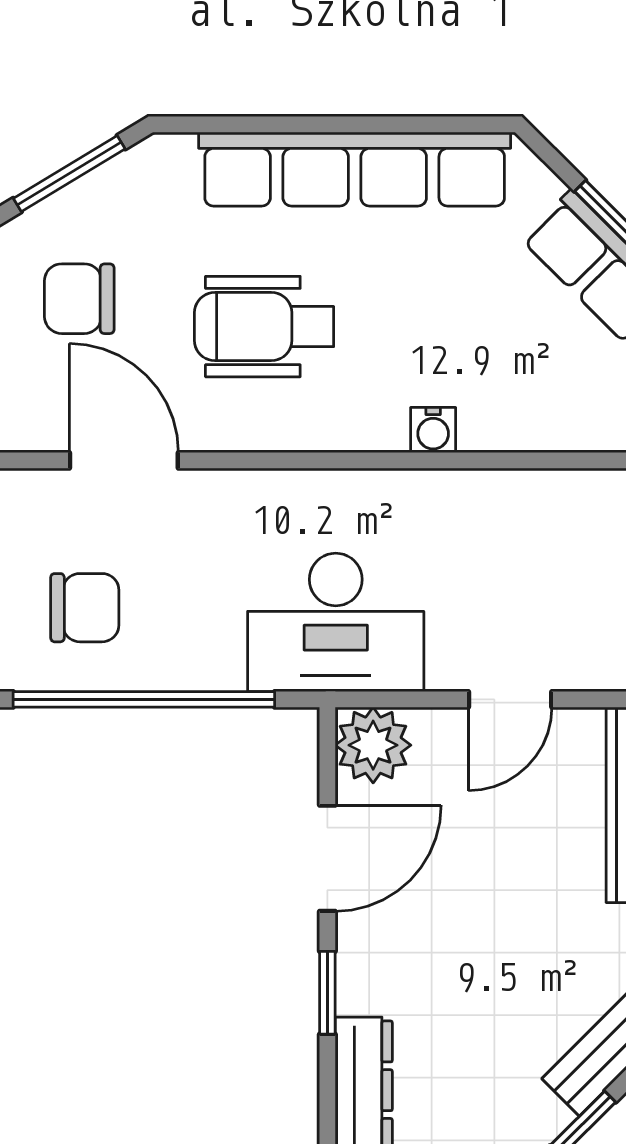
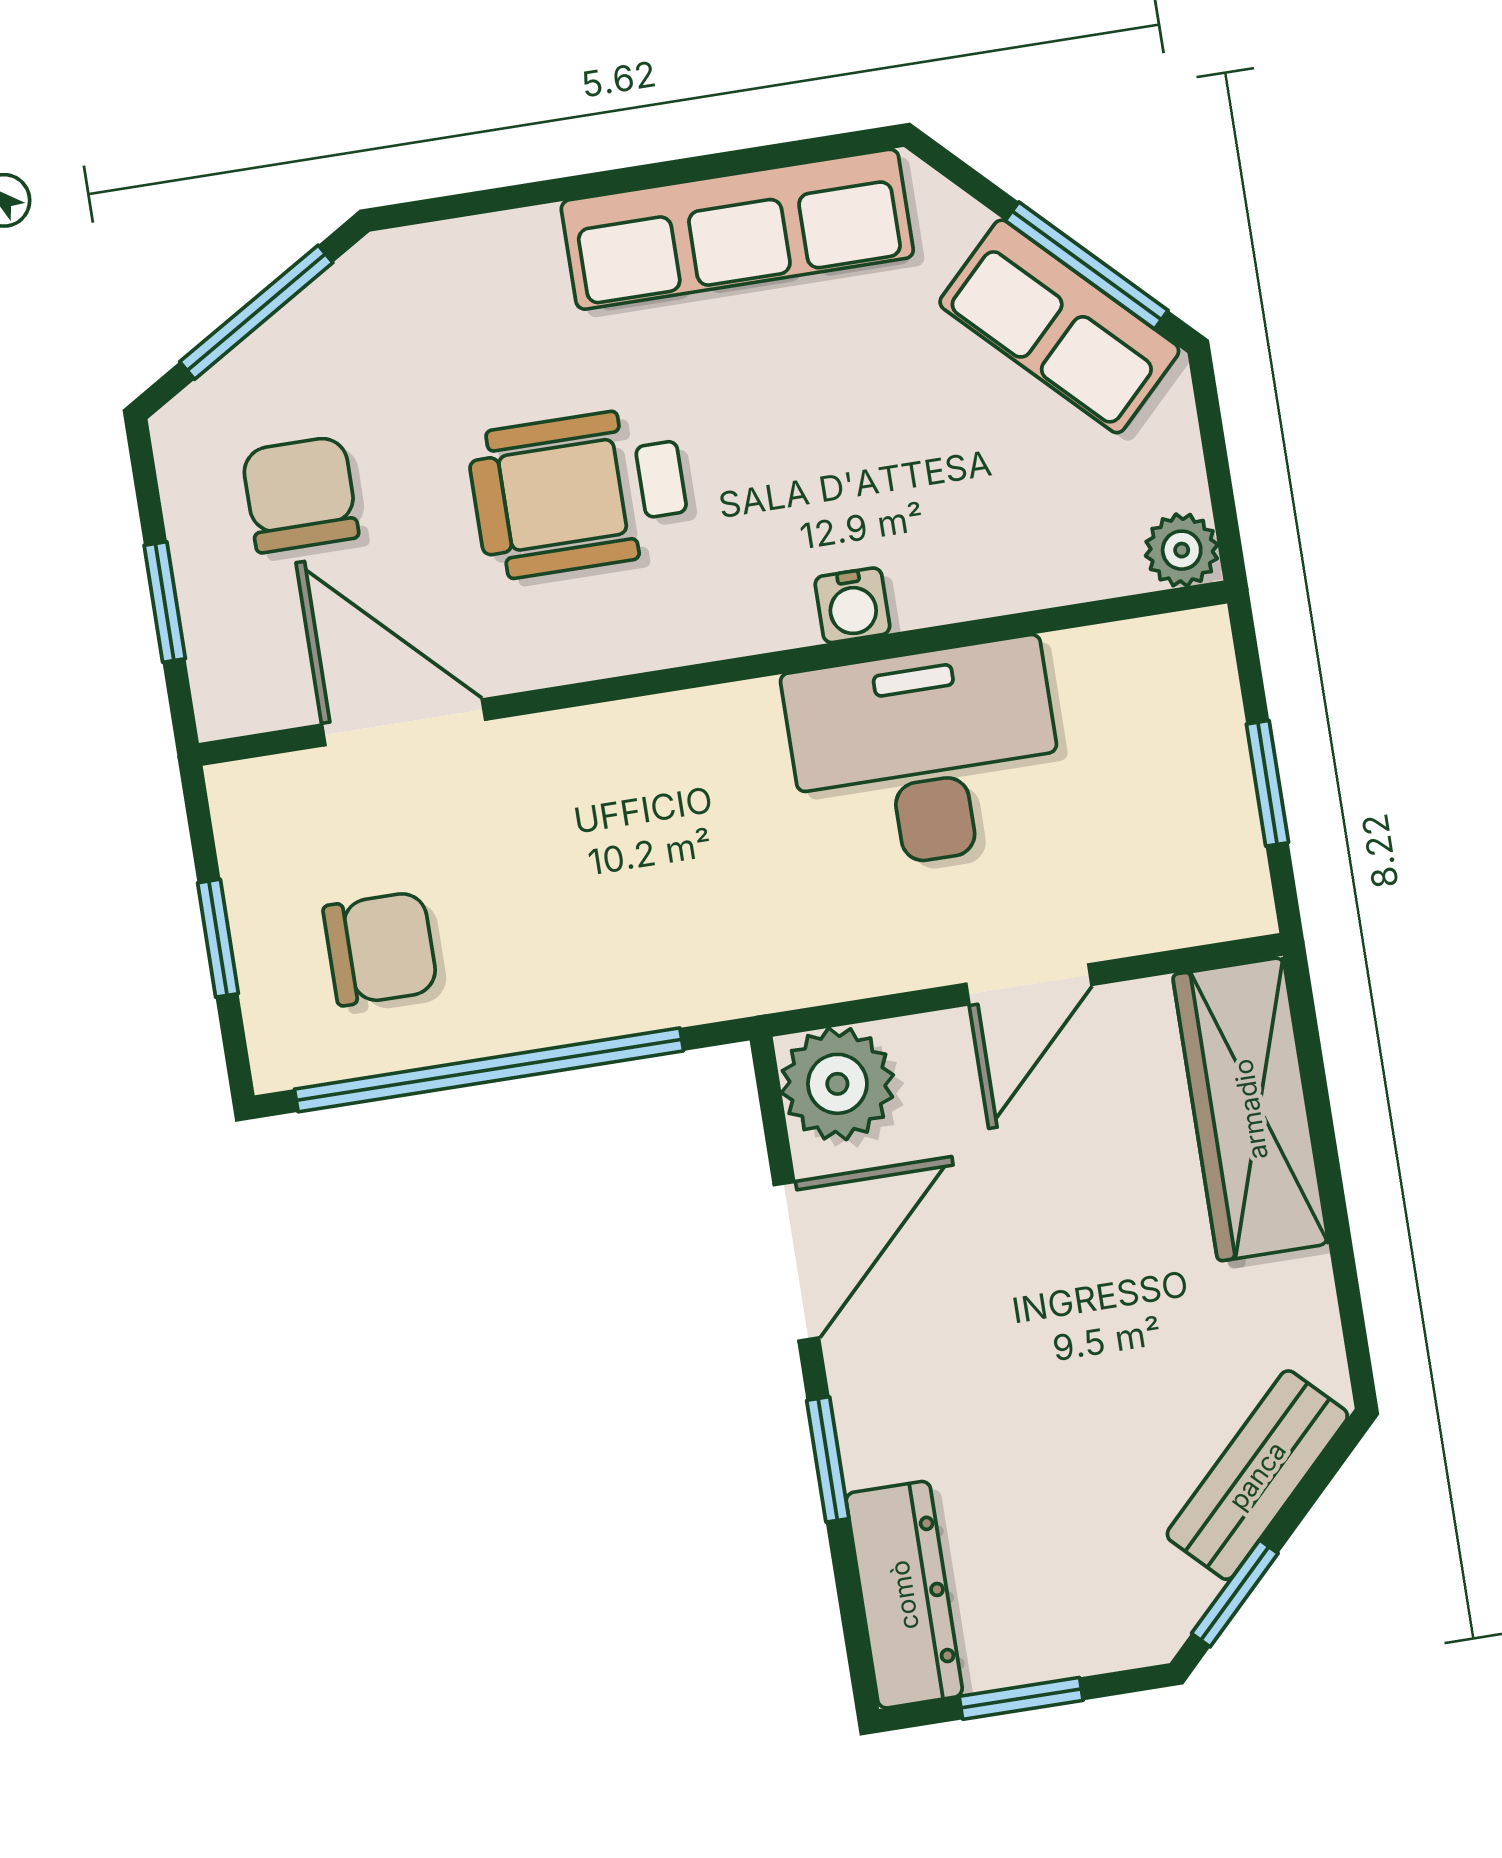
row of seats: (355, 169) -> (737, 229), width x0.73
chair: (79, 299) -> (300, 494), turned 90
desk: (336, 622) -> (925, 756), moved, turned 180

